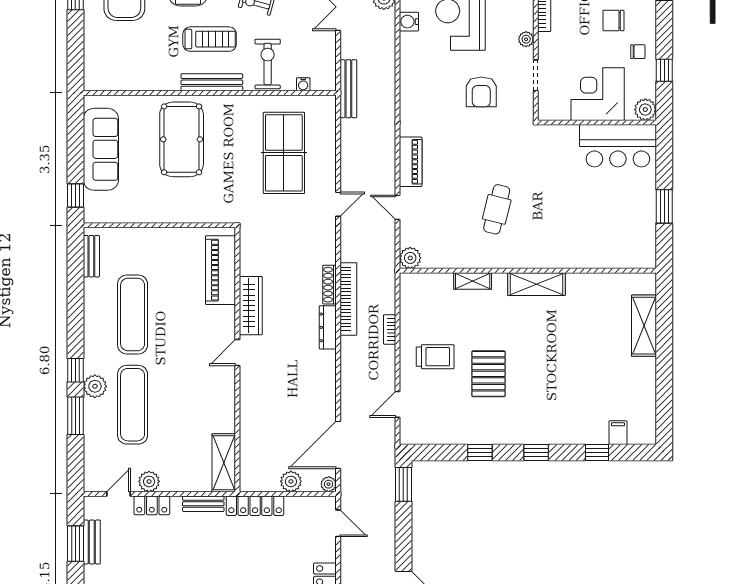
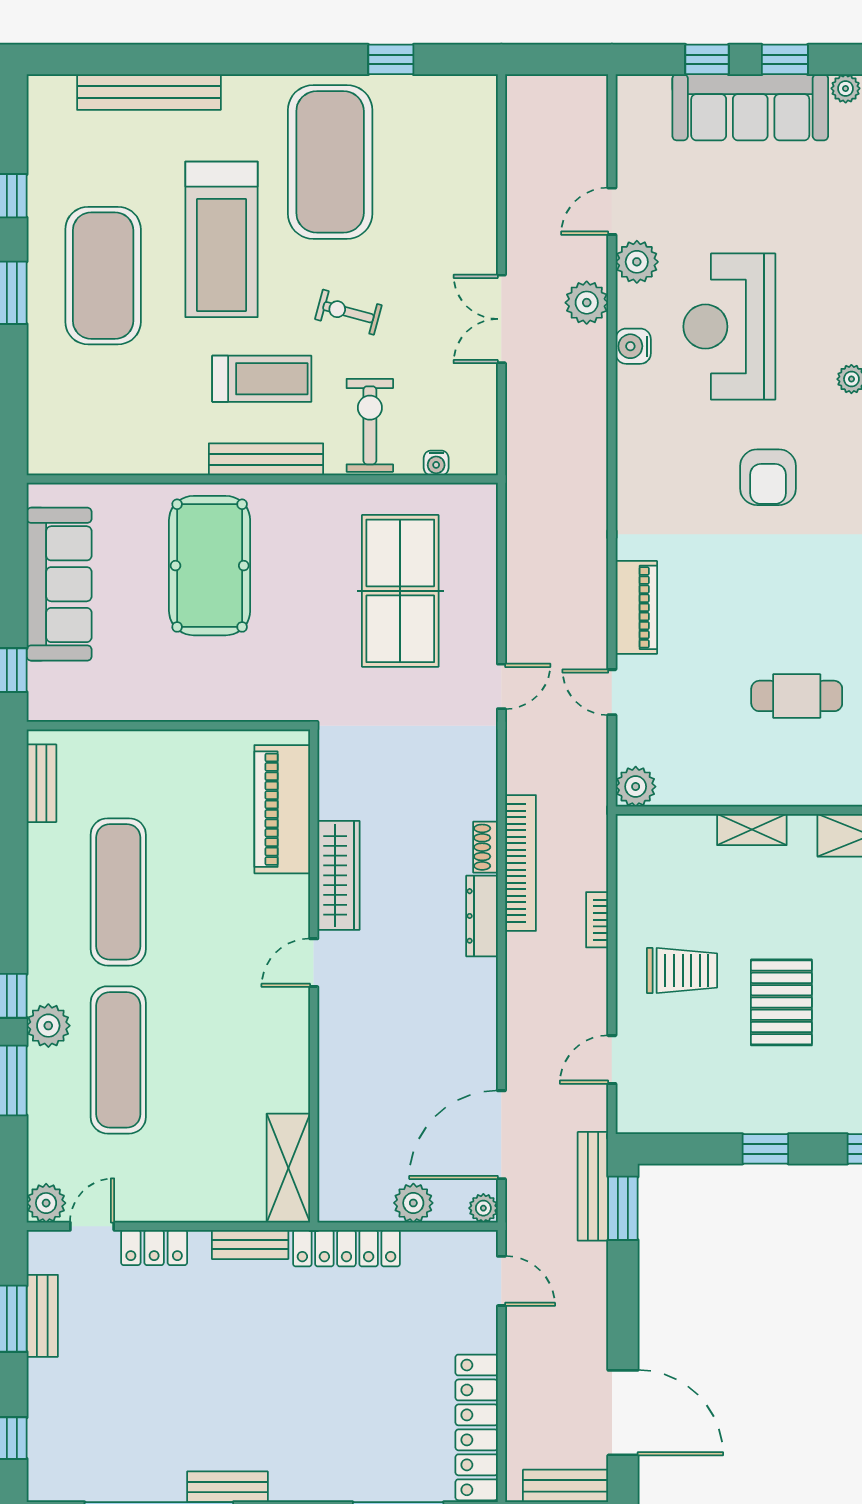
bench: (348, 89) -> (593, 1186), moved
cafe table: (497, 209) -> (797, 696), turned 76
shoe rack: (330, 285) -> (485, 847), width x0.70
plant: (149, 481) -> (46, 1203), moved

